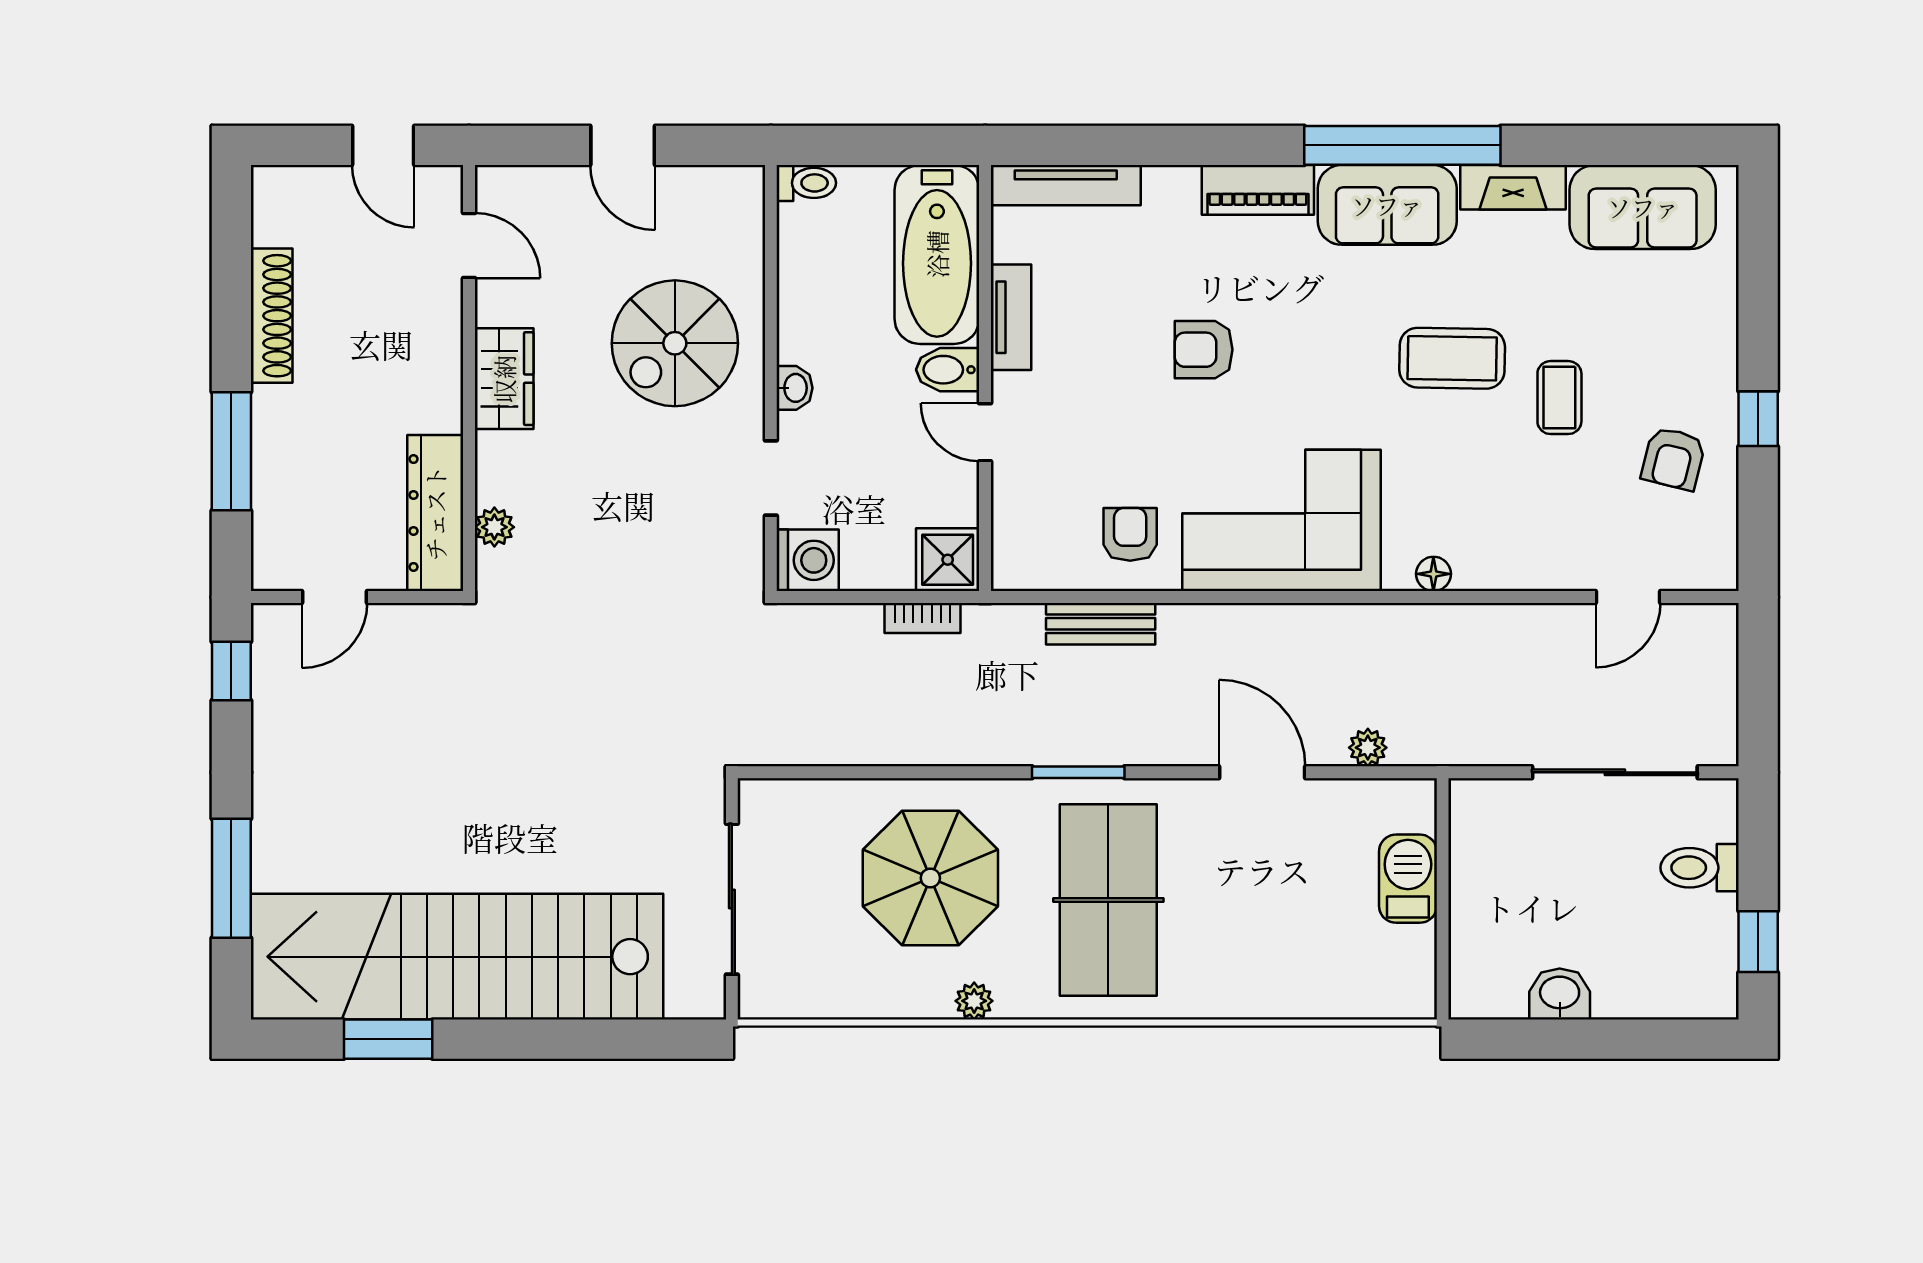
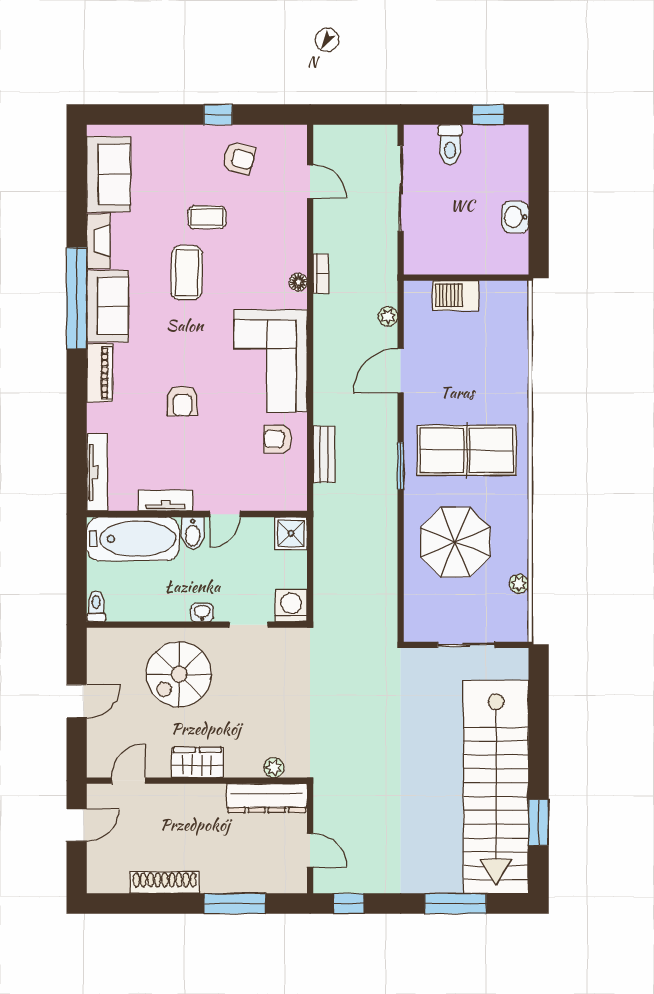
spiral stairs: (675, 343) -> (179, 674), turned 90
bookcase: (922, 618) -> (321, 274), moved
sliding door: (732, 899) -> (466, 645), width x0.73
plant: (974, 1001) -> (519, 584), moved

